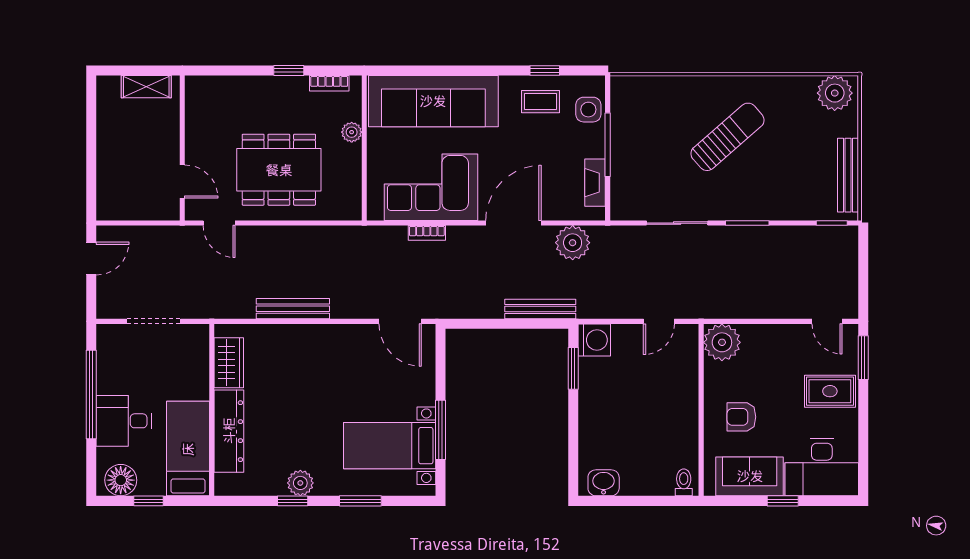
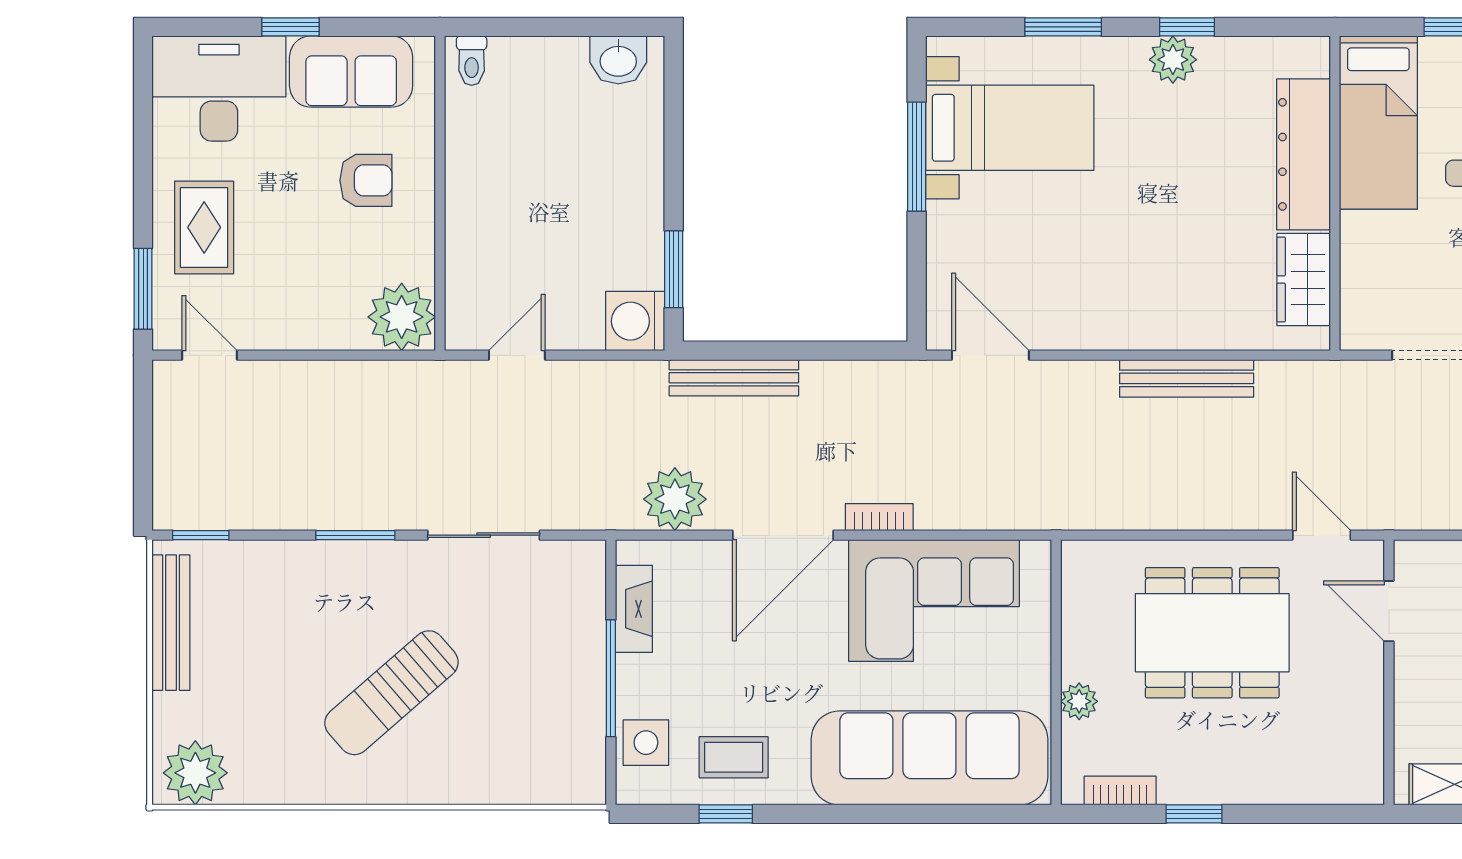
bookcase: (427, 233) -> (879, 517), moved
rug: (830, 391) -> (204, 227), turned 90

